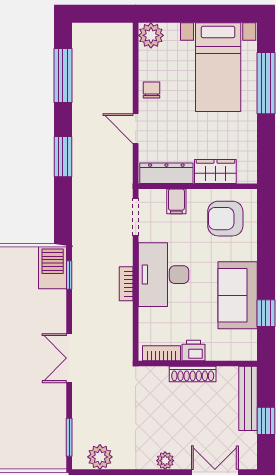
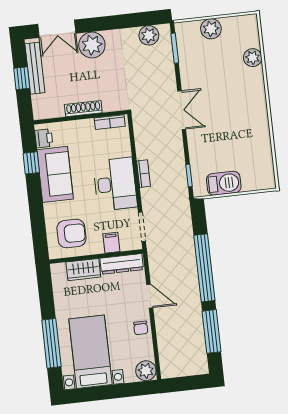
window: (63, 157) -> (204, 268), width x2.11
barbecue: (53, 268) -> (224, 183), moved, turned -90
printer: (193, 350) -> (44, 138), moved, turned -90
bench: (248, 398) -> (35, 68), moved
plant: (21, 456) -> (211, 29), added
plant: (165, 461) -> (92, 45), width x1.88, depth x1.88

